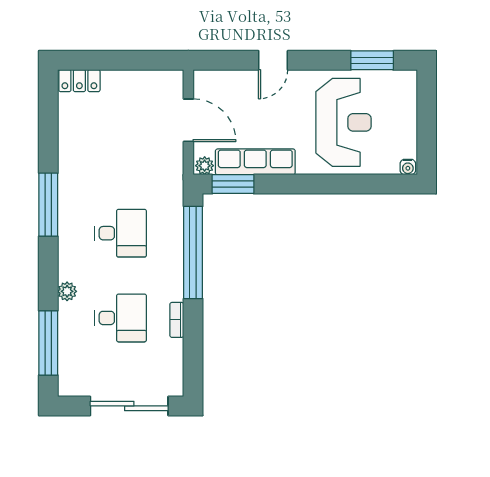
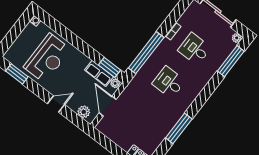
plant: (219, 82) -> (84, 112), added
reception desk: (343, 122) -> (47, 58), turned 180
row of seats: (255, 162) -> (99, 73), width x0.68
window: (48, 205) -> (179, 128), moved
plant: (67, 291) -> (237, 38), moved

